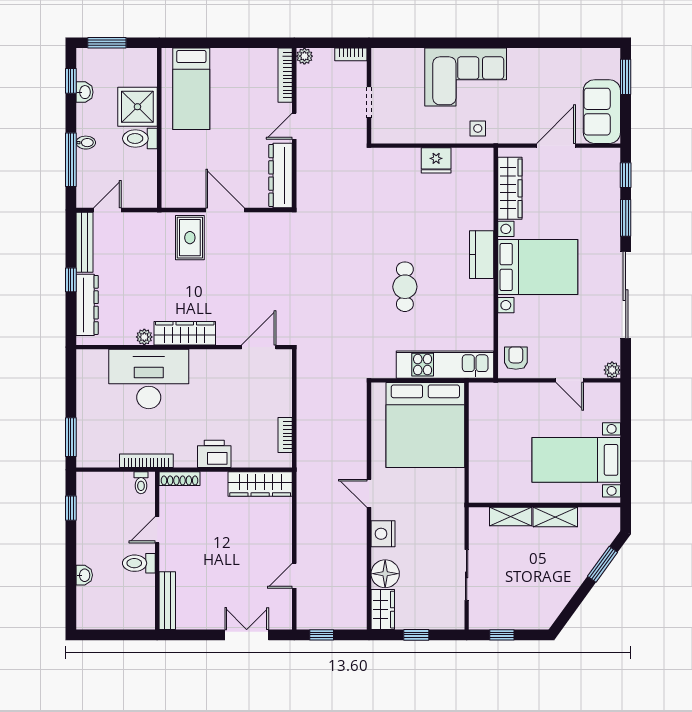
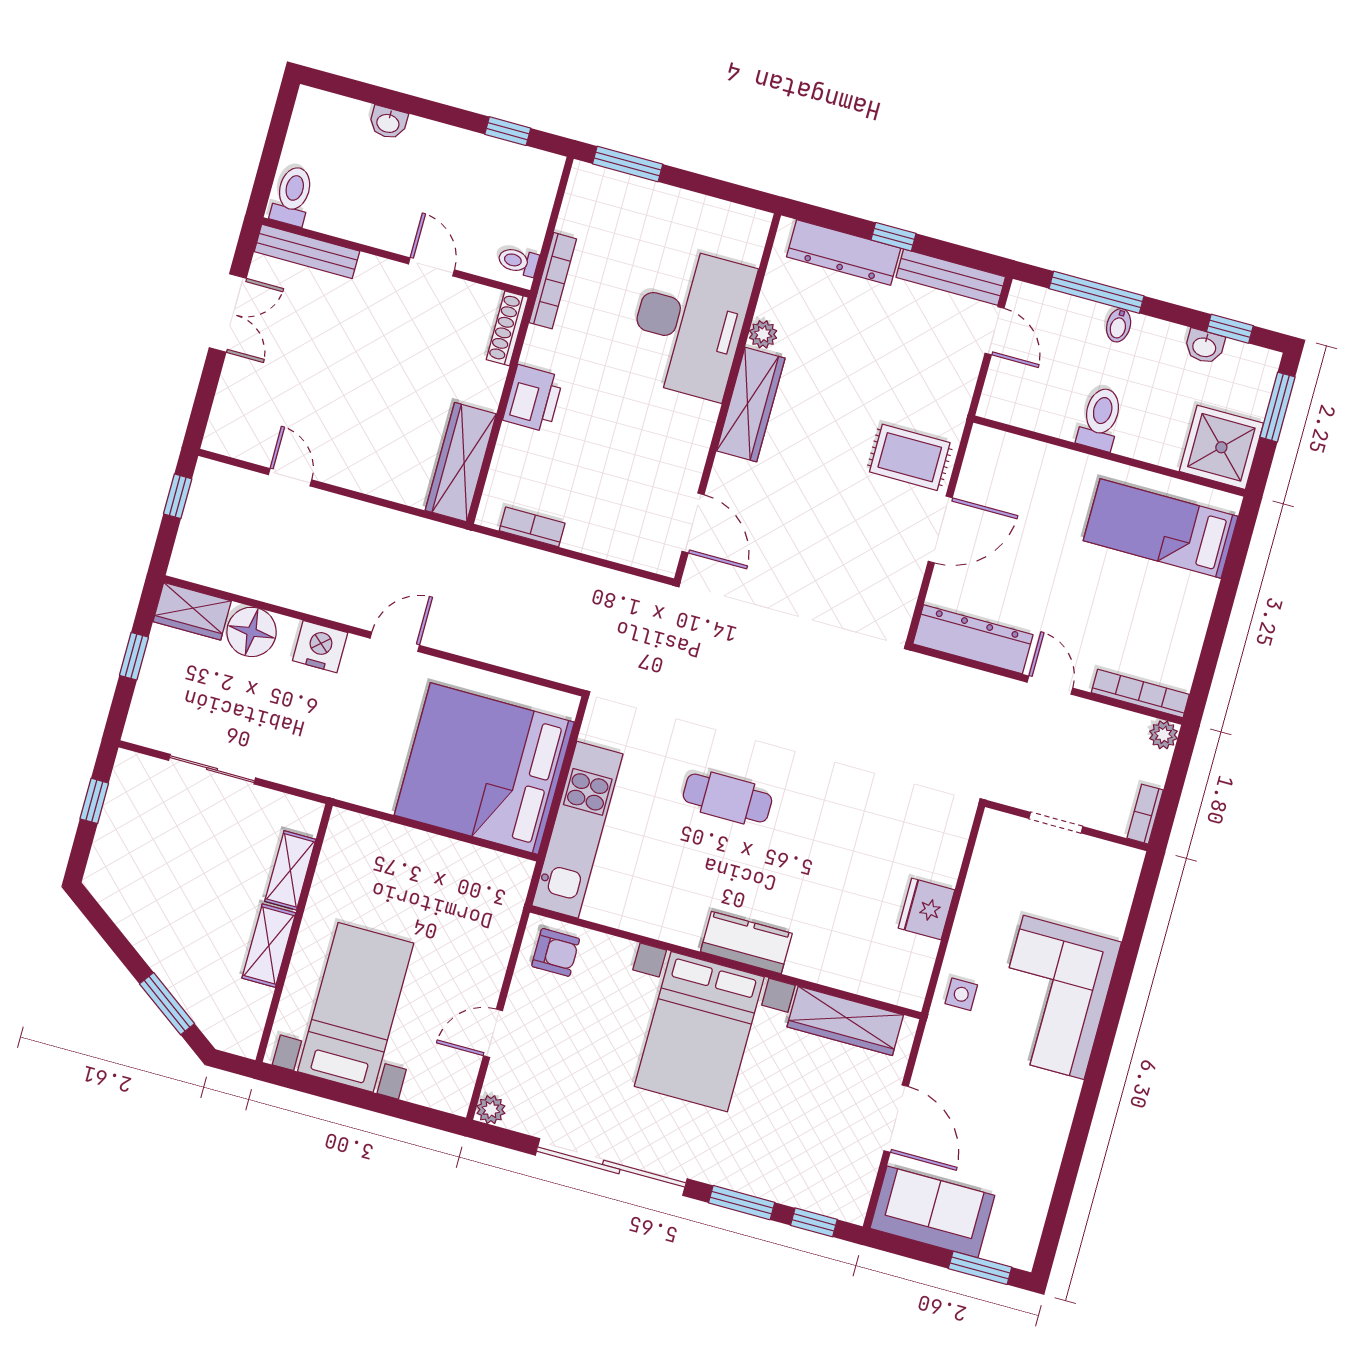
shower: (137, 107) -> (1221, 447), moved
toilet: (139, 563) -> (293, 196), moved
double door: (247, 635) -> (228, 313), moved

